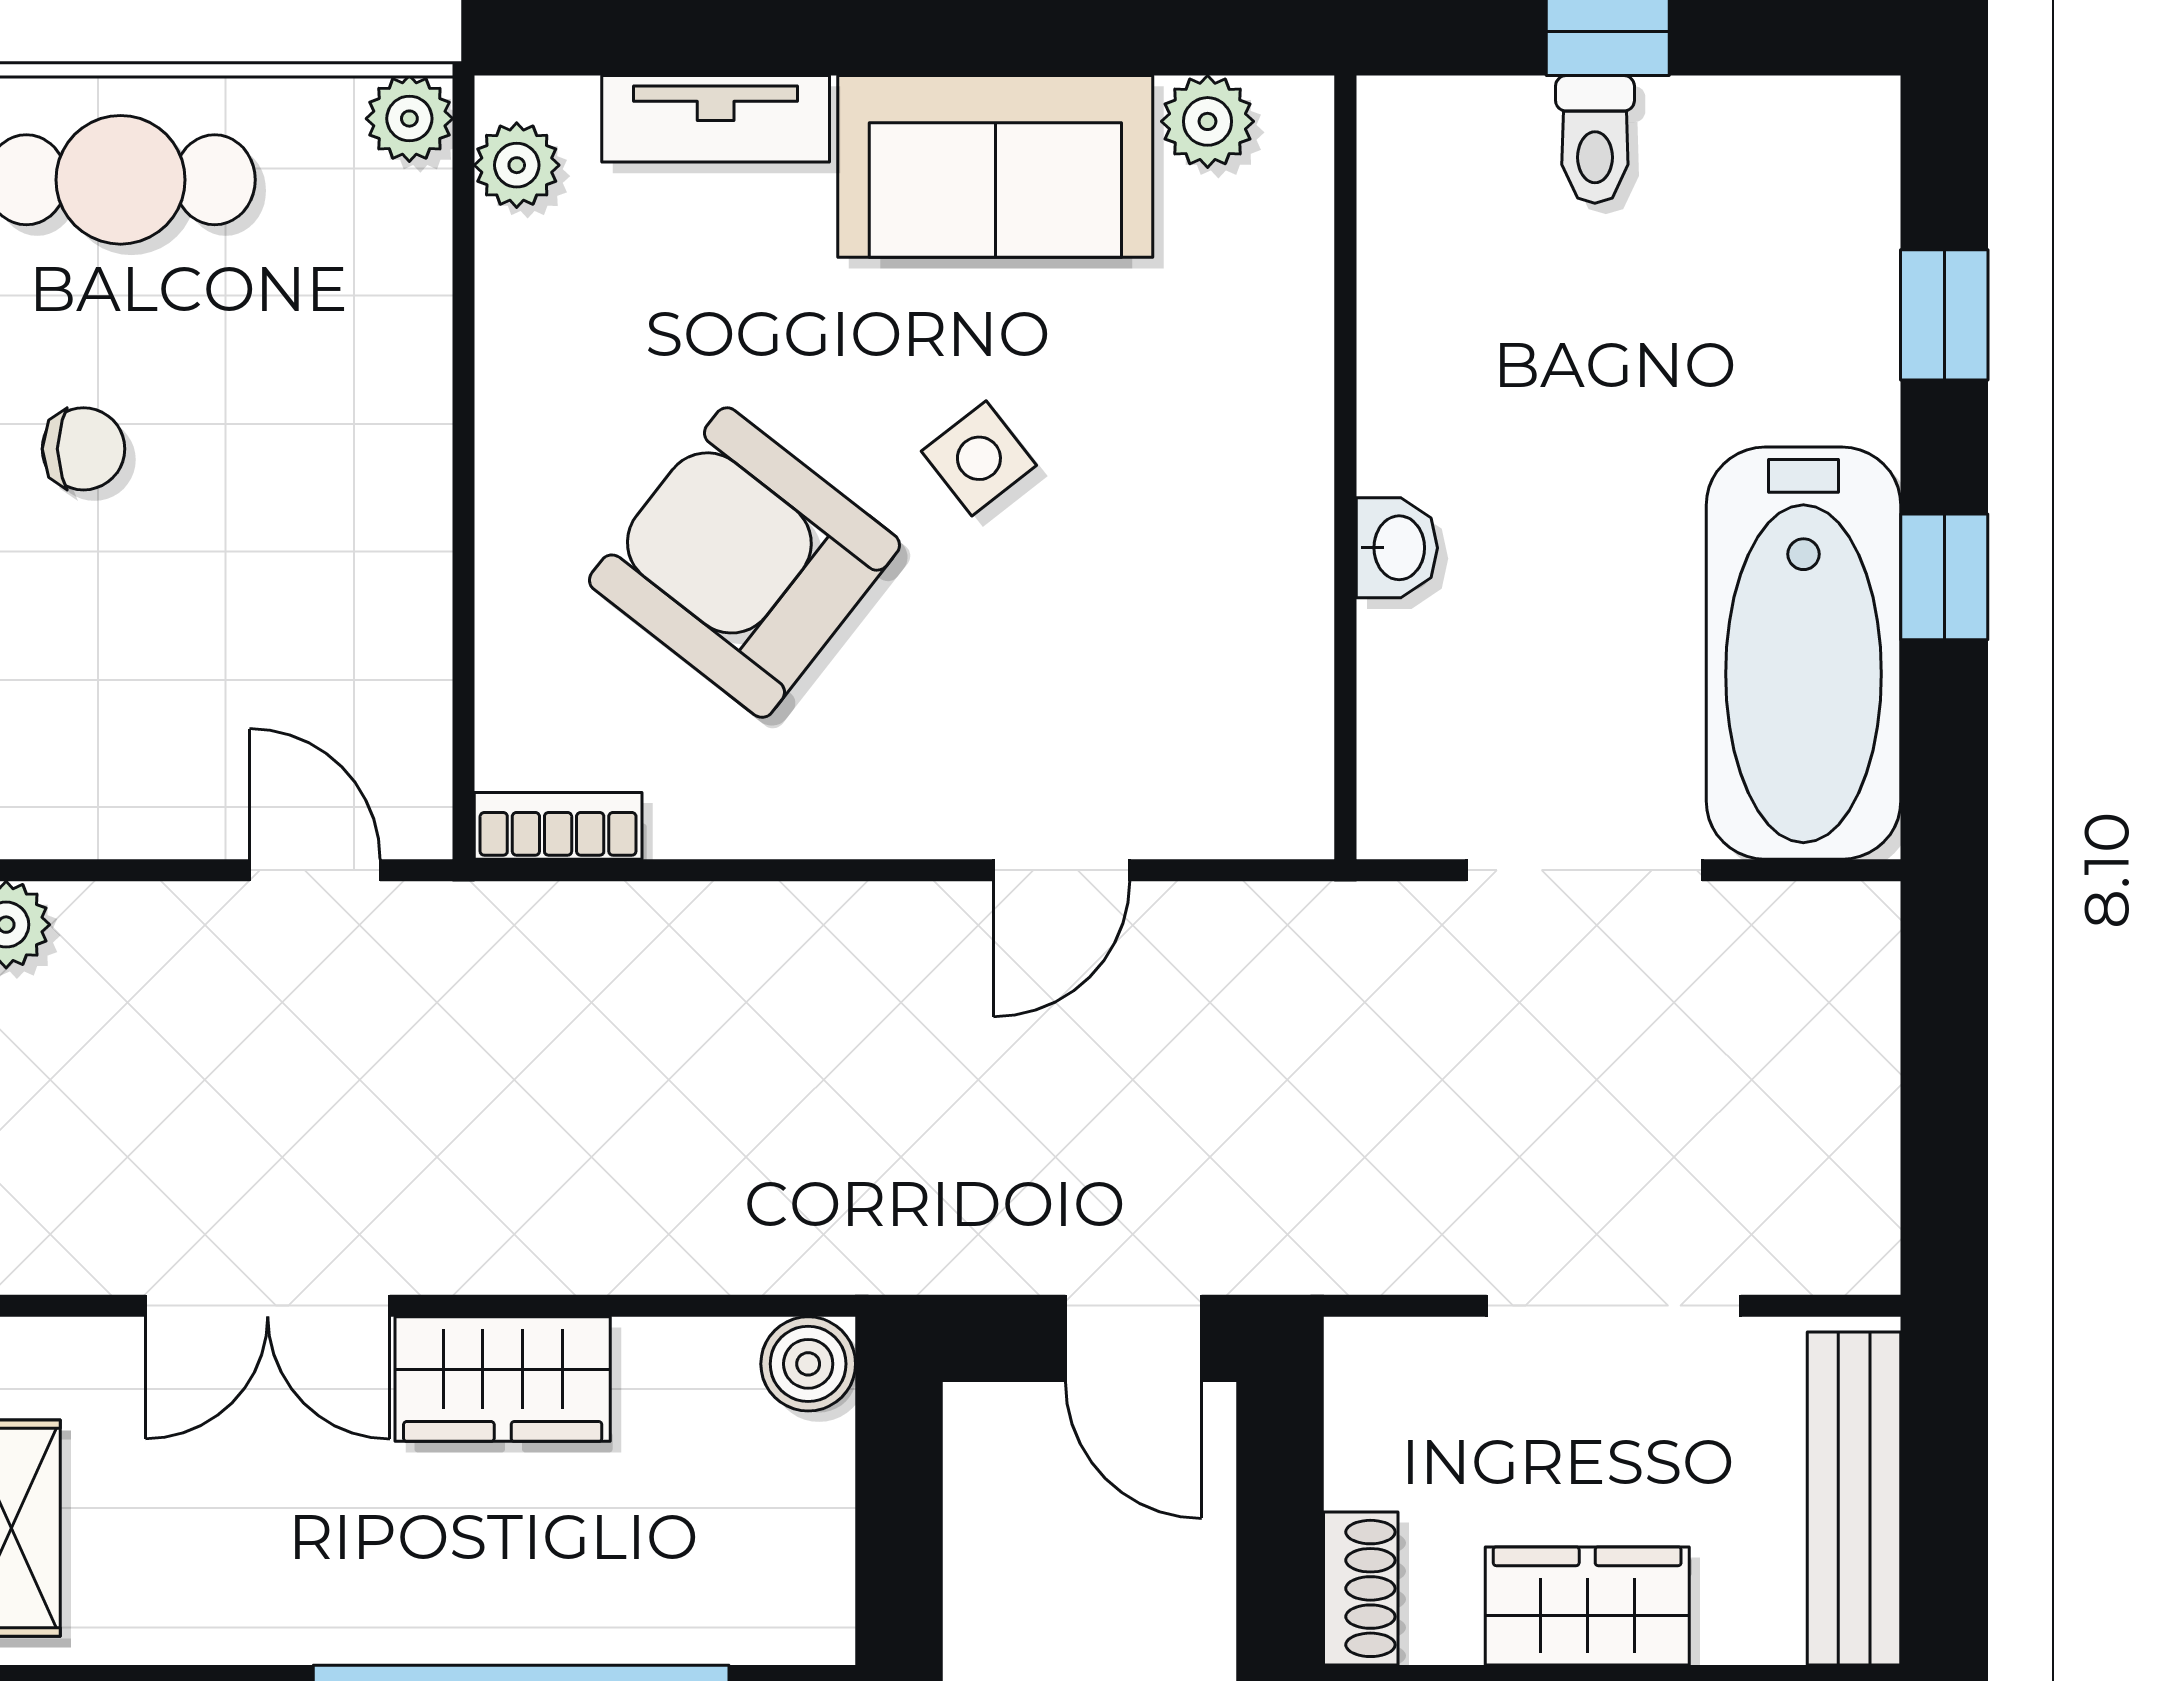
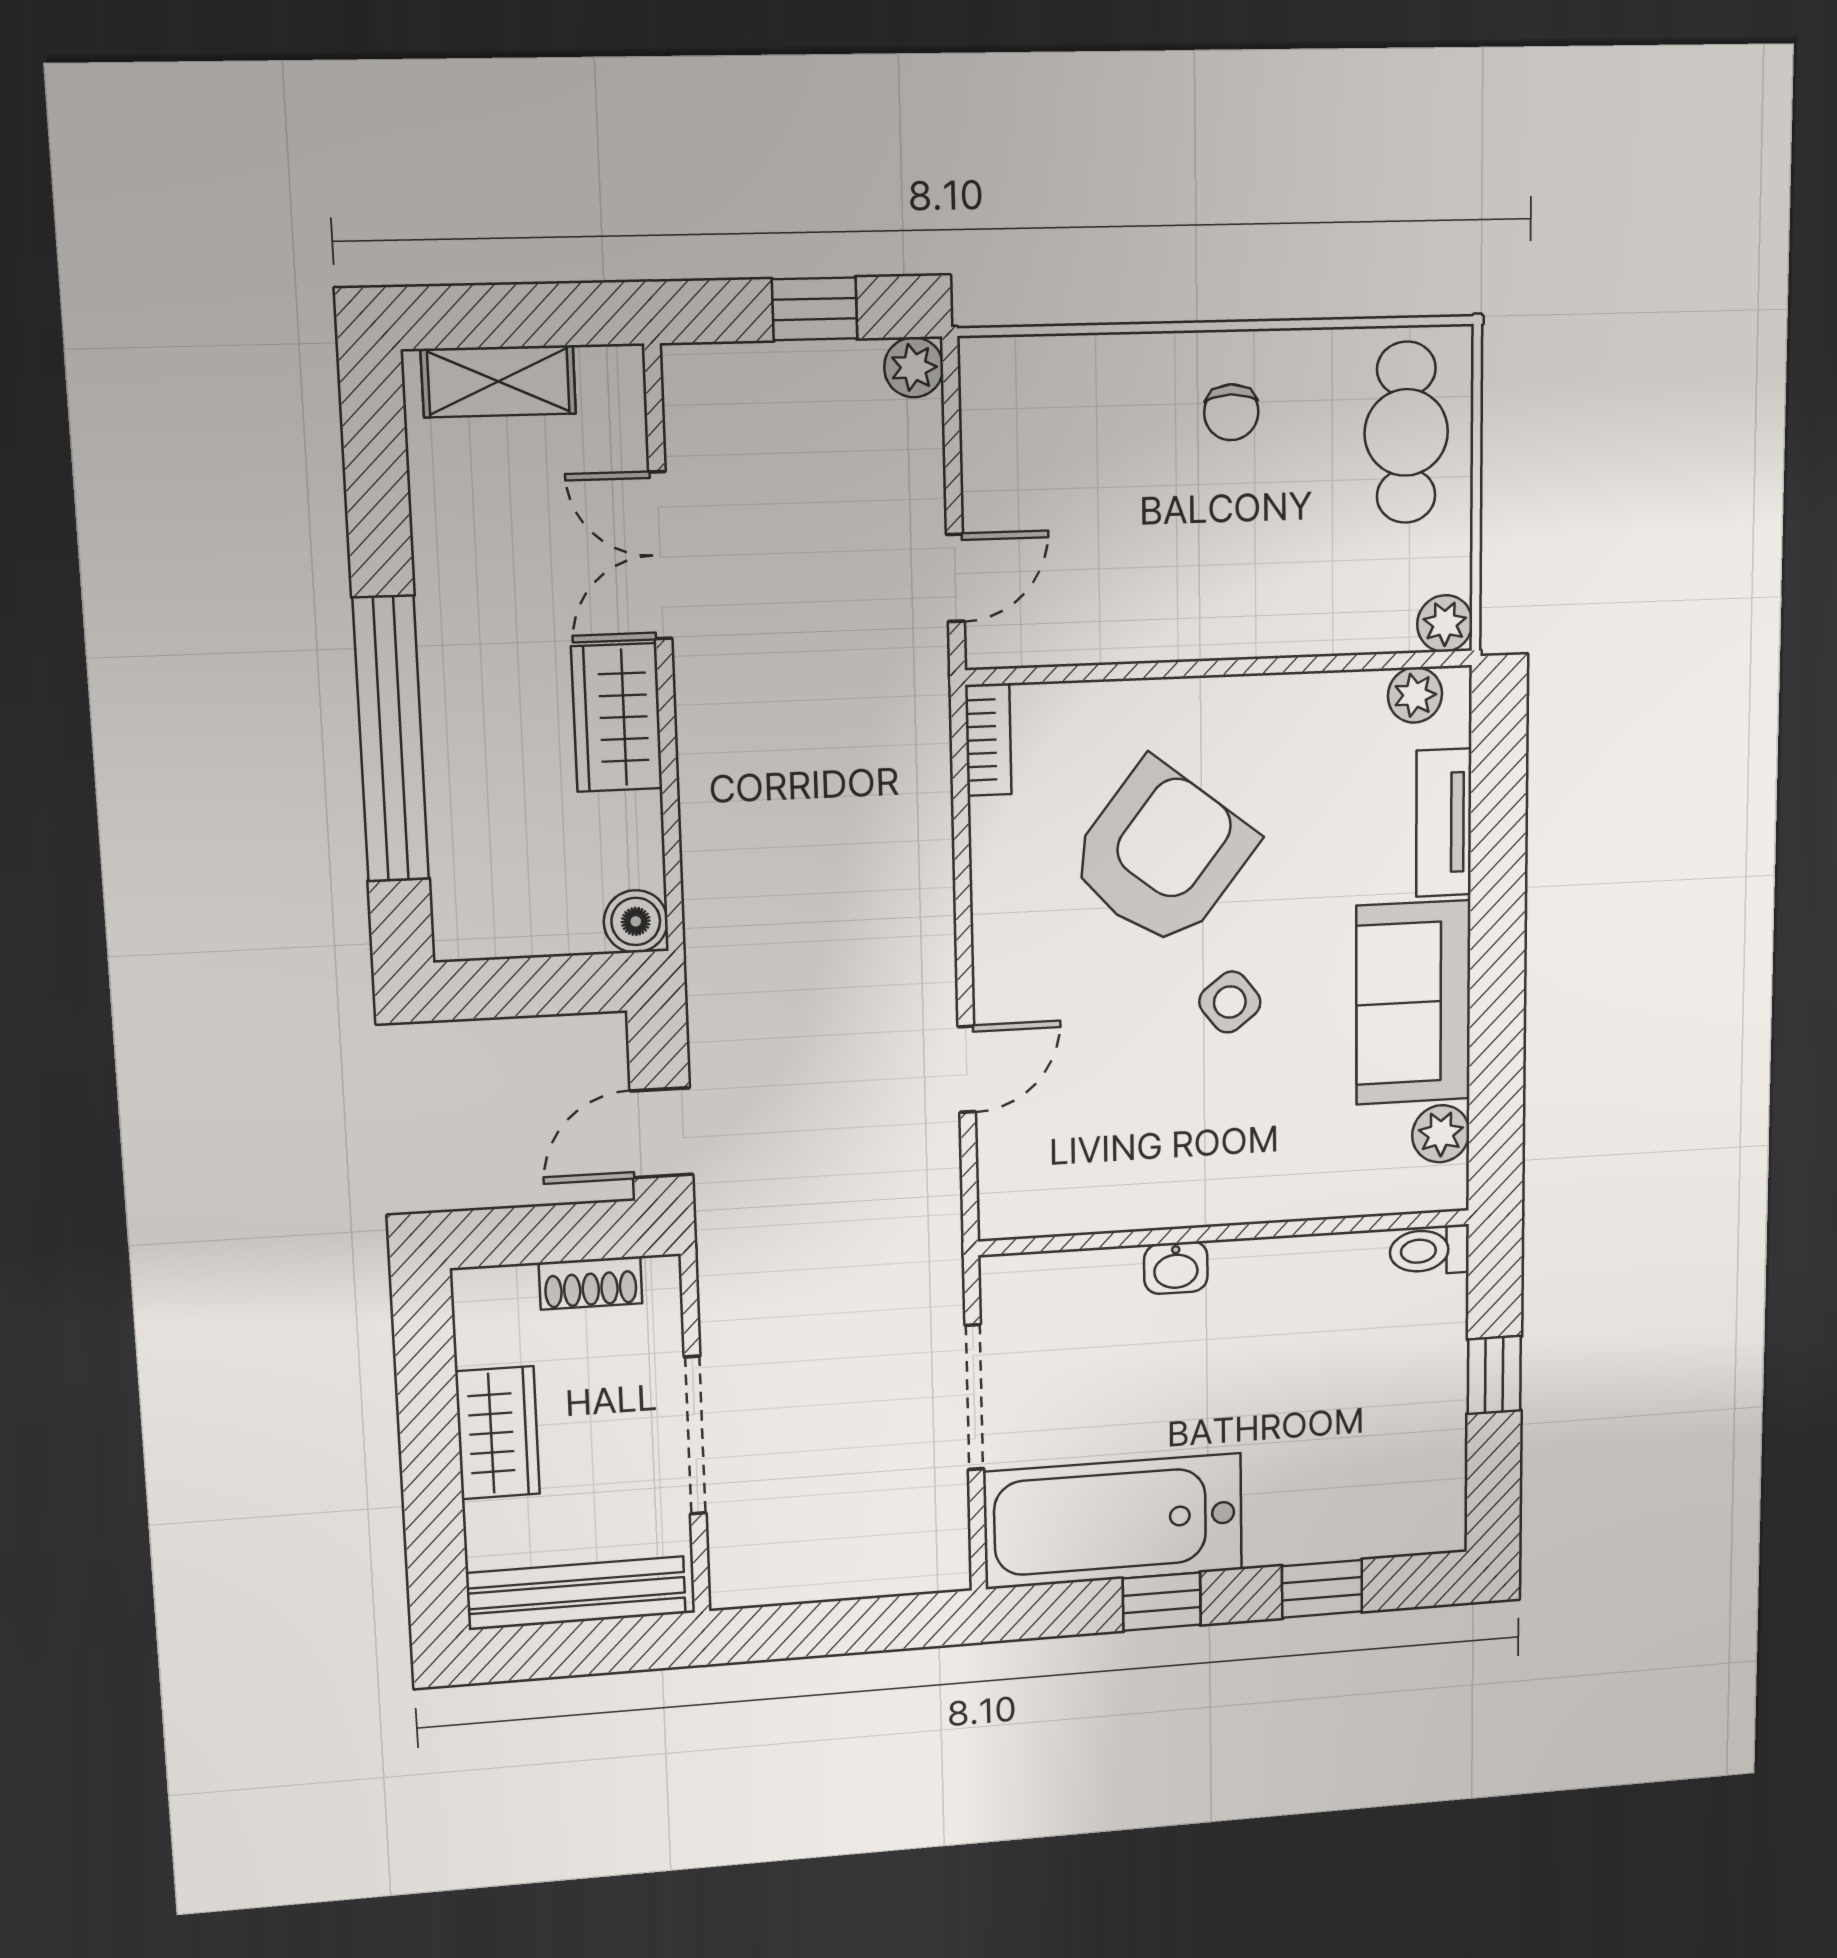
toilet: (1595, 139) -> (1429, 1250), moved
door: (1062, 870) -> (967, 1069), swing flipped
shoe rack: (1361, 1588) -> (591, 1283), moved

